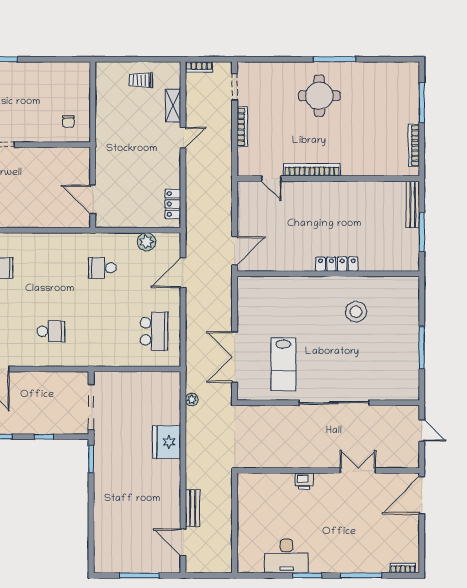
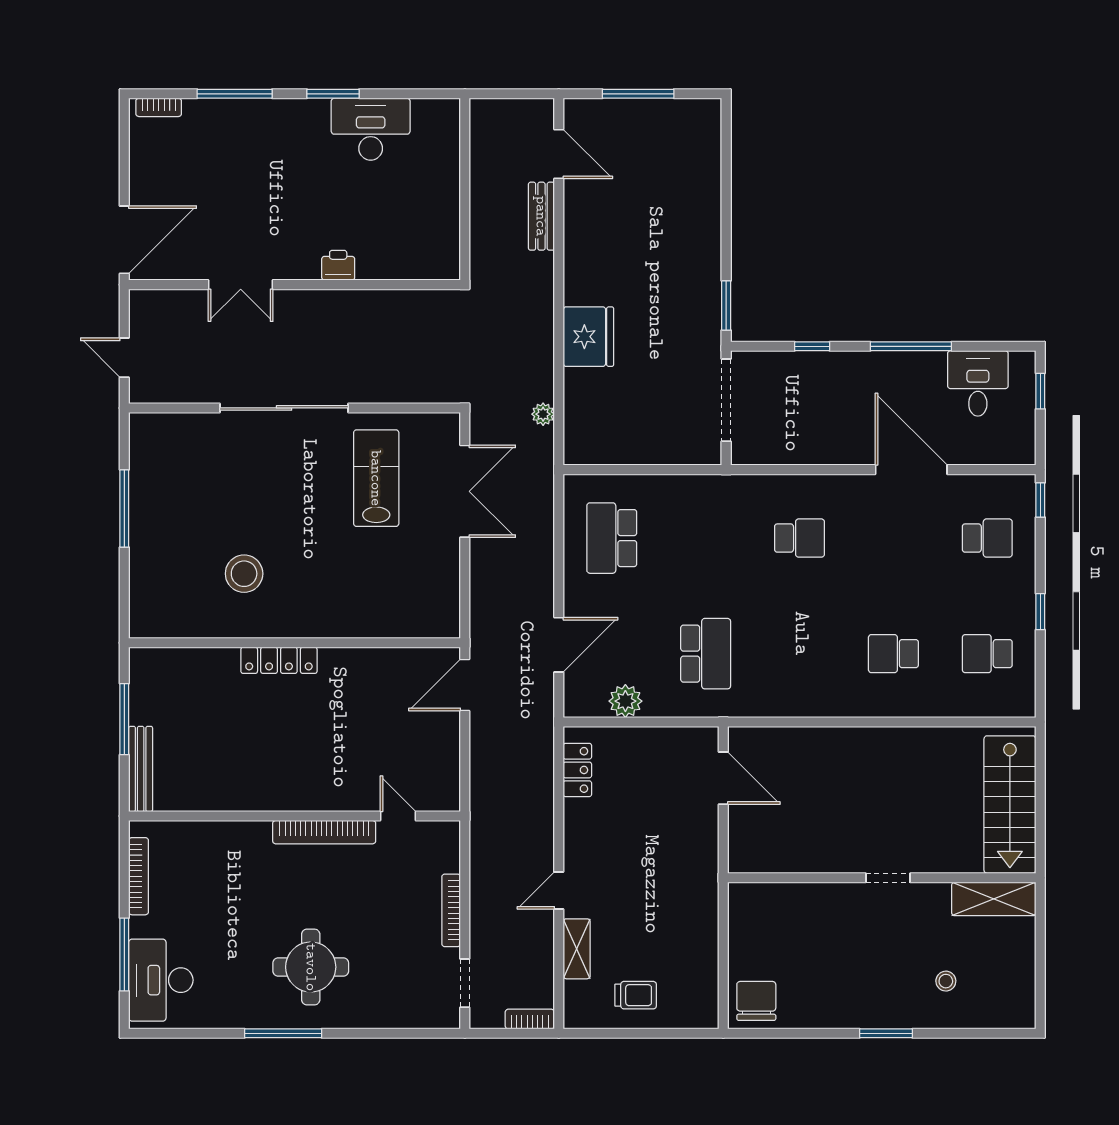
desk: (402, 88) -> (161, 980), added
chair: (68, 121) -> (756, 1001), moved, width x1.87, depth x1.87
school desk: (102, 268) -> (706, 654), width x1.85
school desk: (51, 331) -> (800, 538), turned 180

